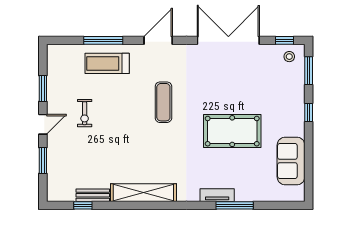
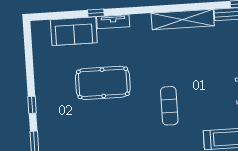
sofa: (291, 161) -> (74, 31), moved, turned 90
window: (235, 205) -> (96, 13), width x0.46

